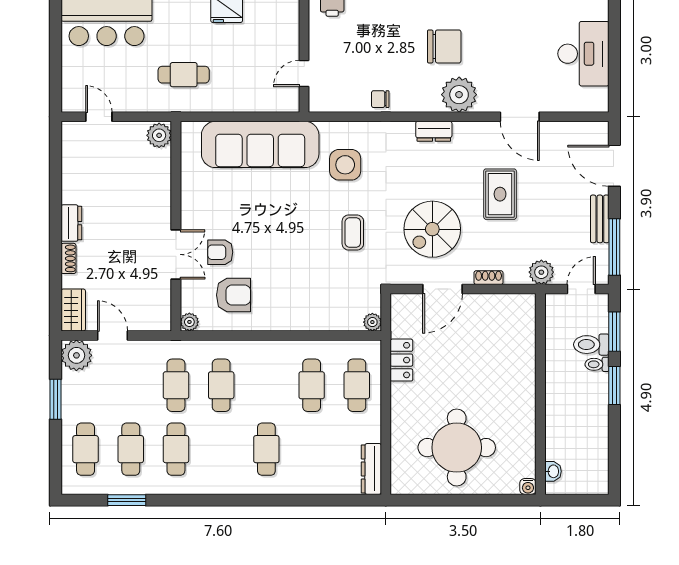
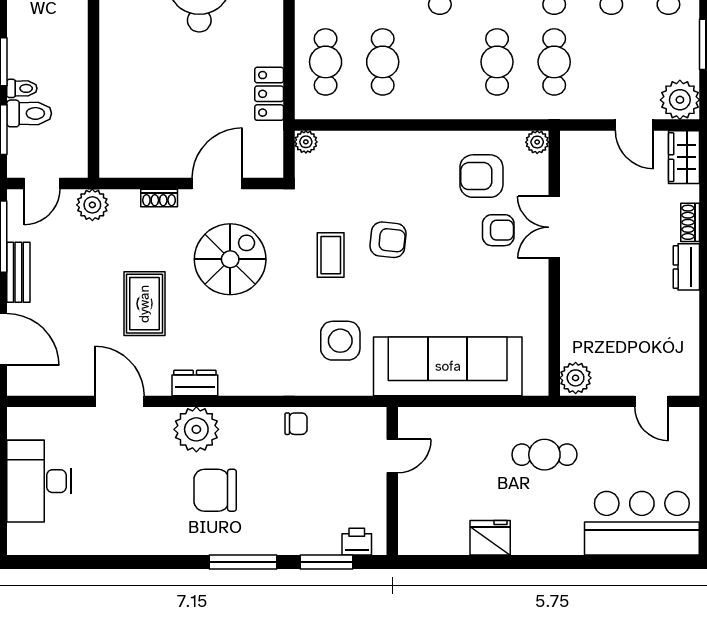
dresser: (434, 131) -> (195, 383), moved
armchair: (307, 245) -> (388, 240), added

